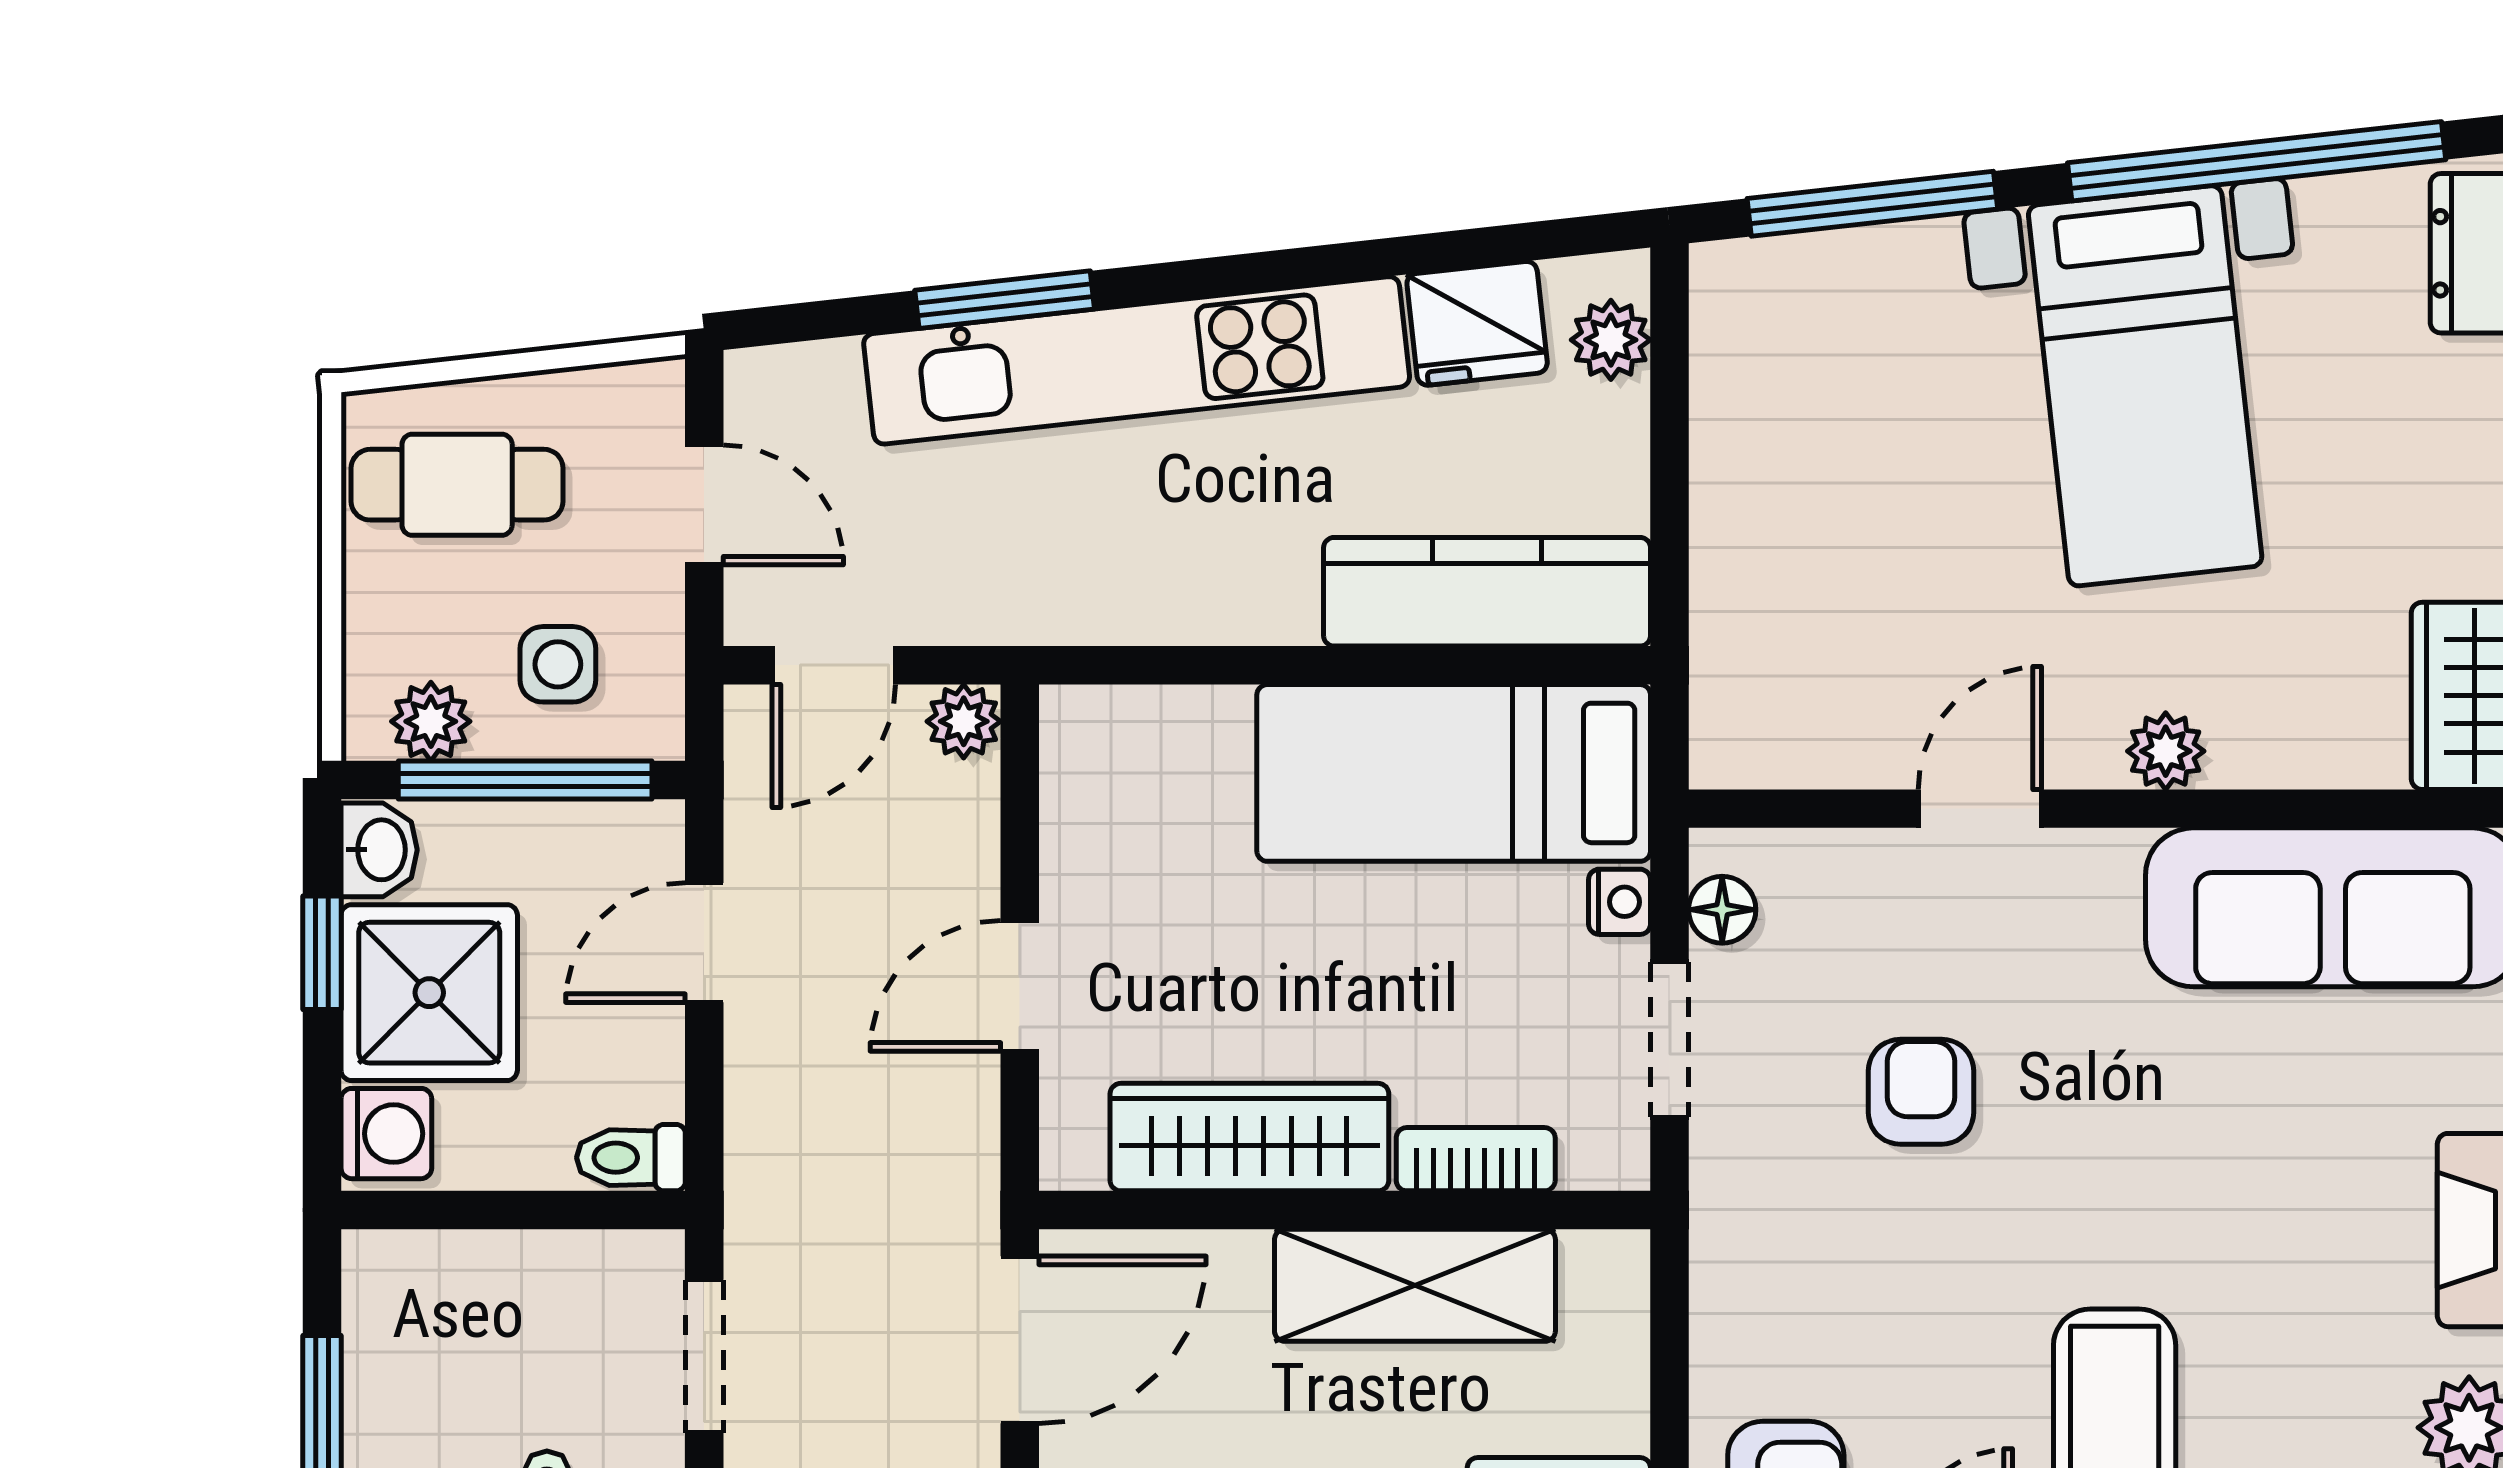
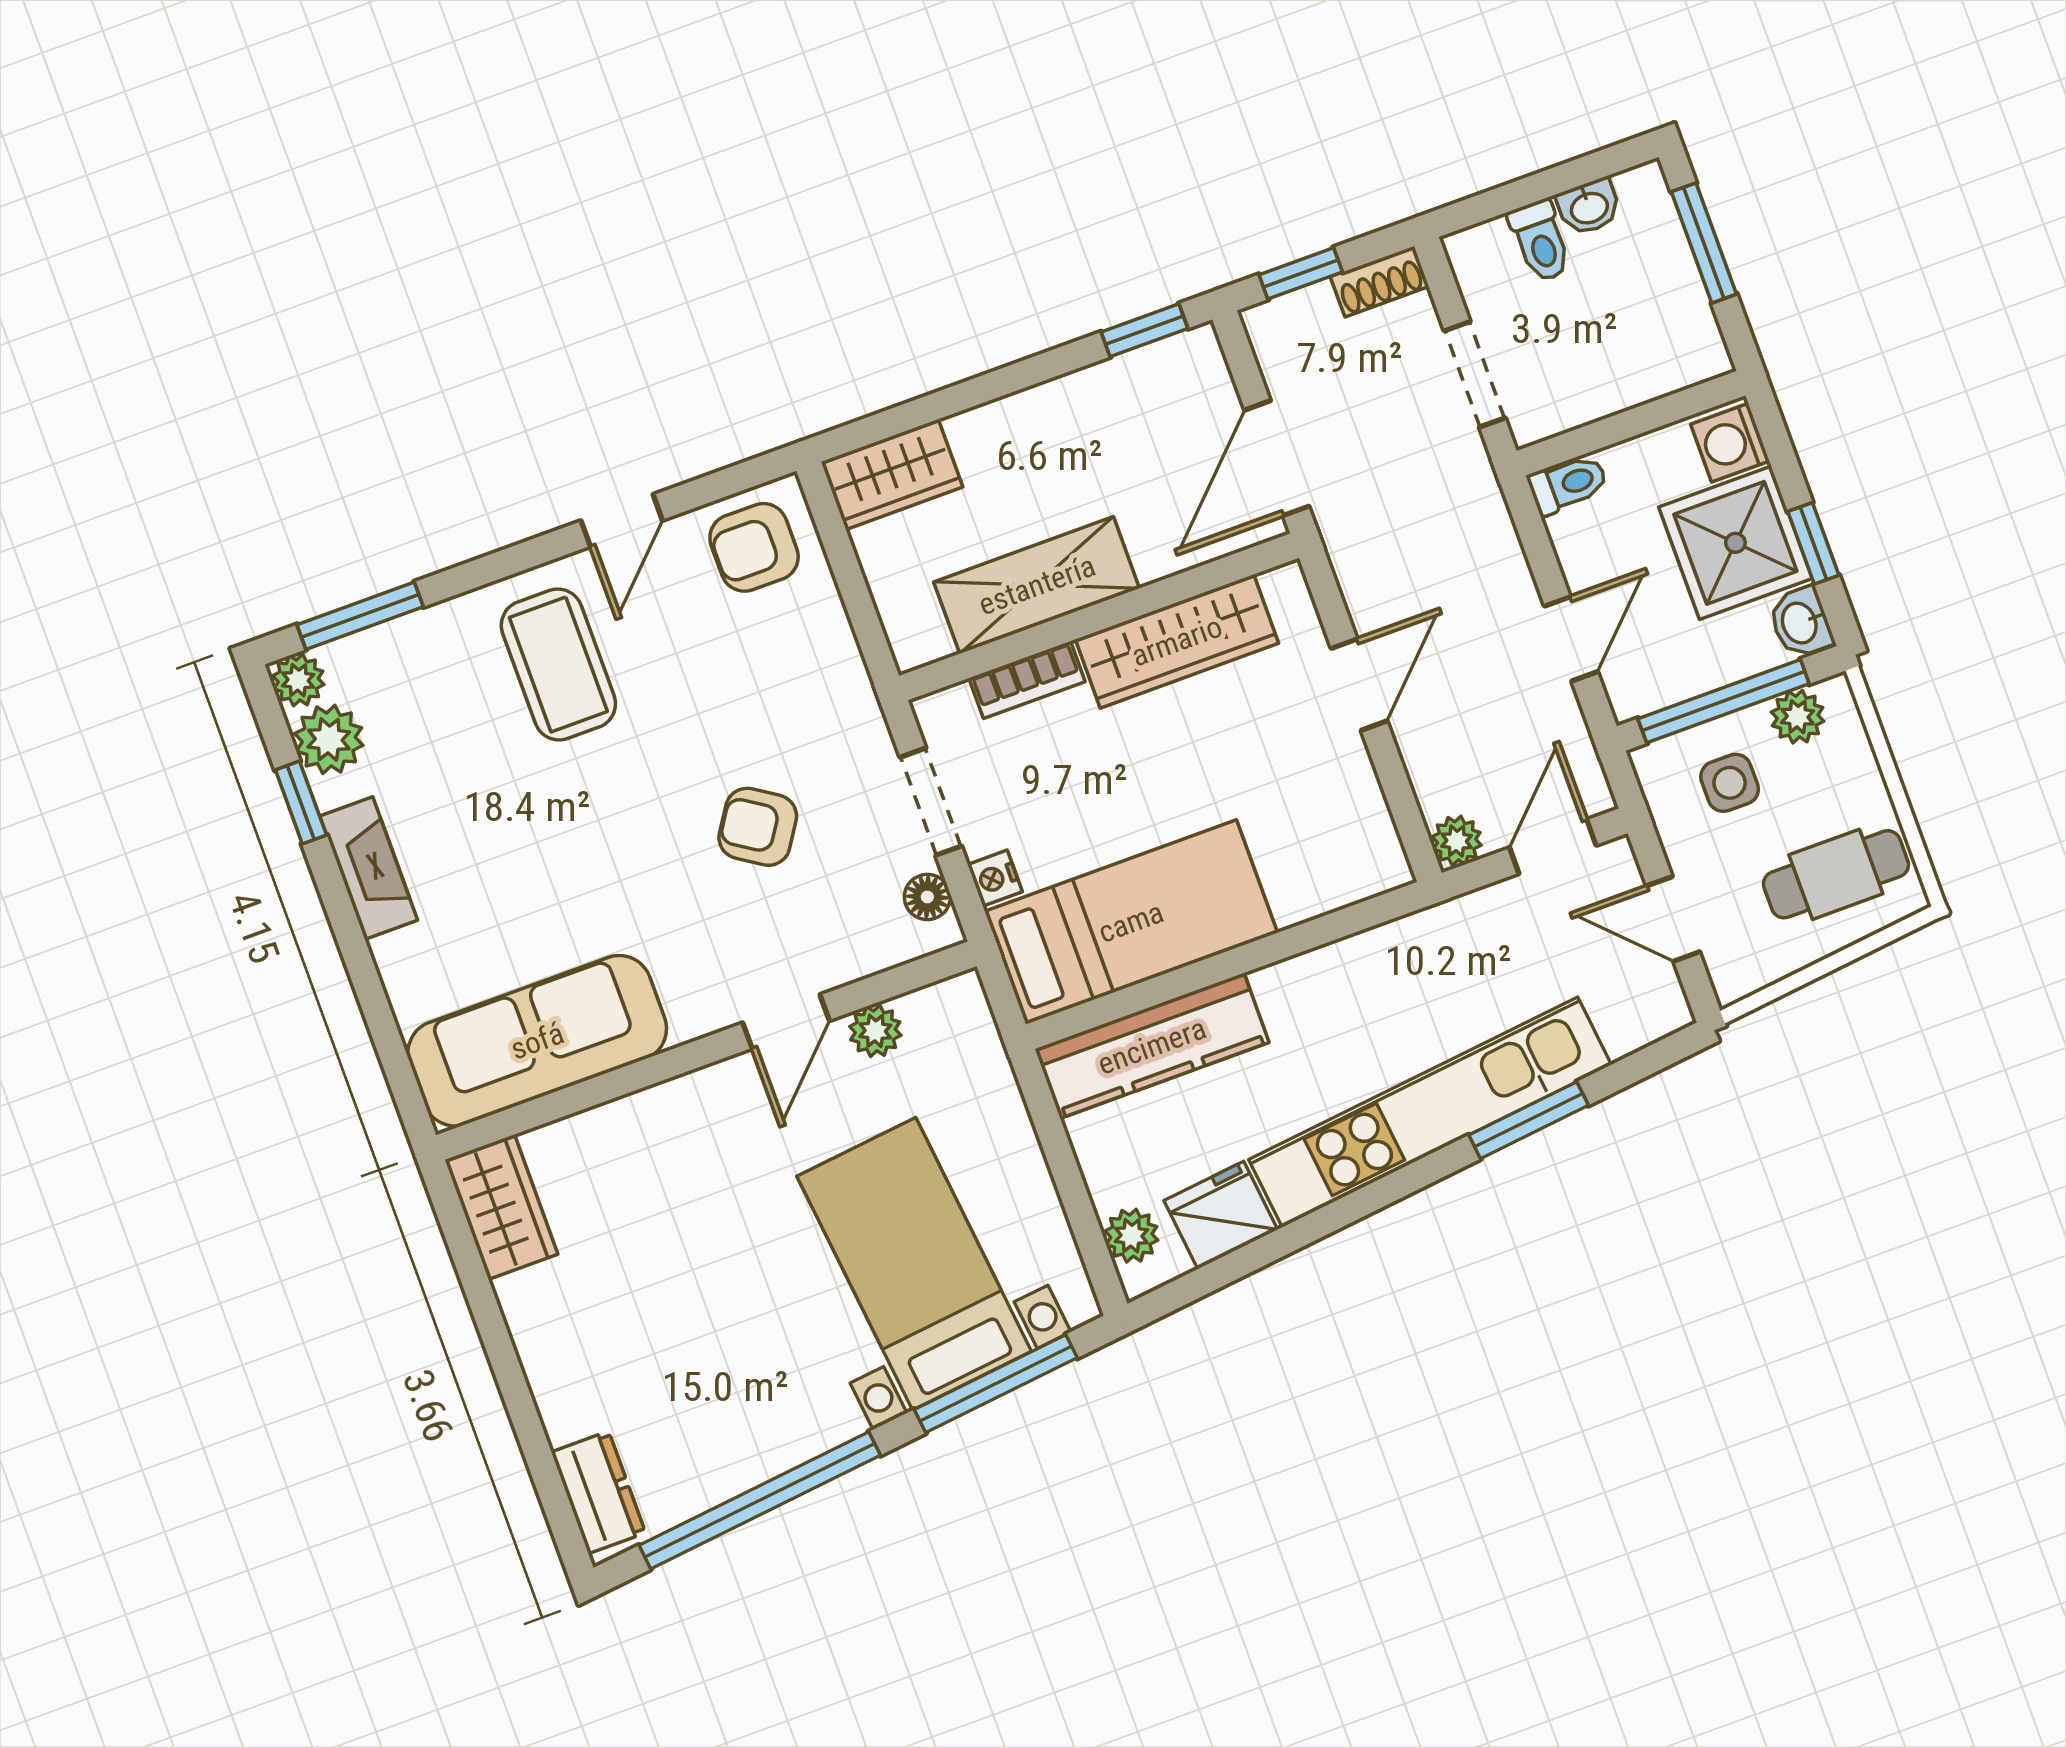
bed with nightstands: (2145, 386) -> (914, 1264), moved
plant: (2166, 751) -> (875, 1031), moved
armchair: (1921, 1092) -> (758, 827), turned 123

